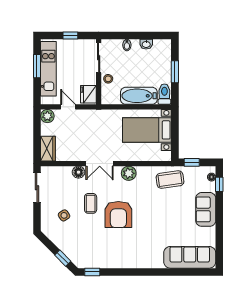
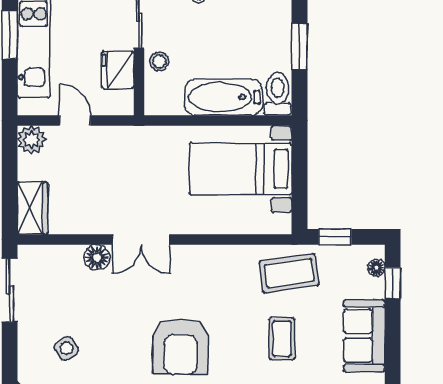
fridge: (88, 94) -> (118, 70), moved
plant: (129, 173) -> (202, 260), removed
coffee table: (91, 203) -> (282, 339), moved

